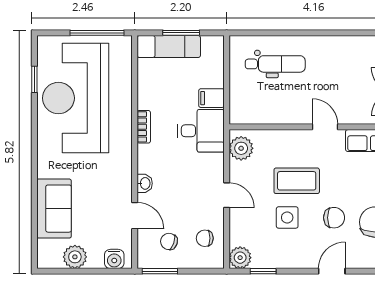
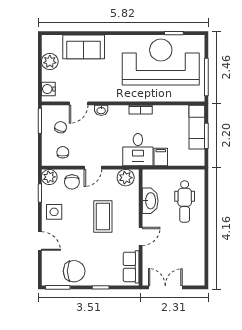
washbasin: (274, 113) -> (150, 201), added
side table: (287, 217) -> (54, 212), moved
chair: (334, 218) -> (72, 182), moved

